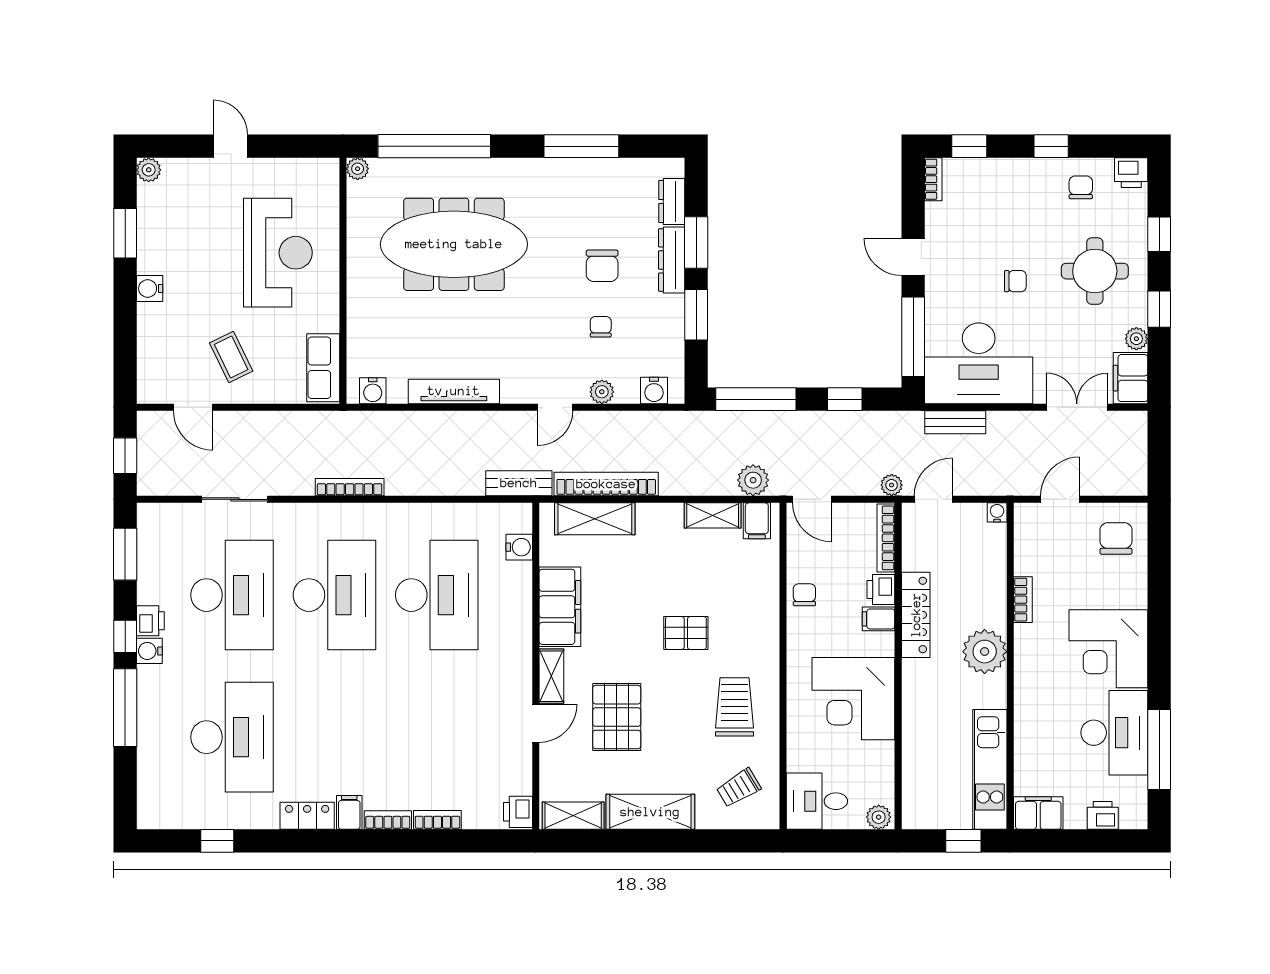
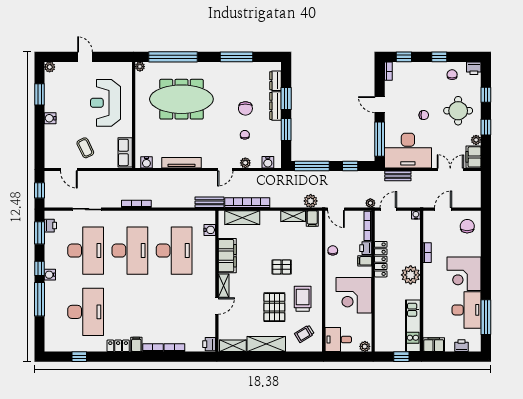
reception desk: (278, 253) -> (105, 103), turned 180
printer: (150, 621) -> (50, 226), moved
pallet: (617, 717) -> (274, 307), moved

